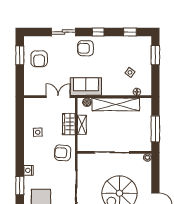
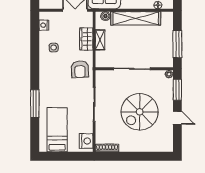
armchair: (63, 153) -> (80, 69), turned -97
nightstand: (29, 170) -> (44, 25), moved
window: (155, 172) -> (177, 90), added
window: (20, 186) -> (35, 104), width x1.44

